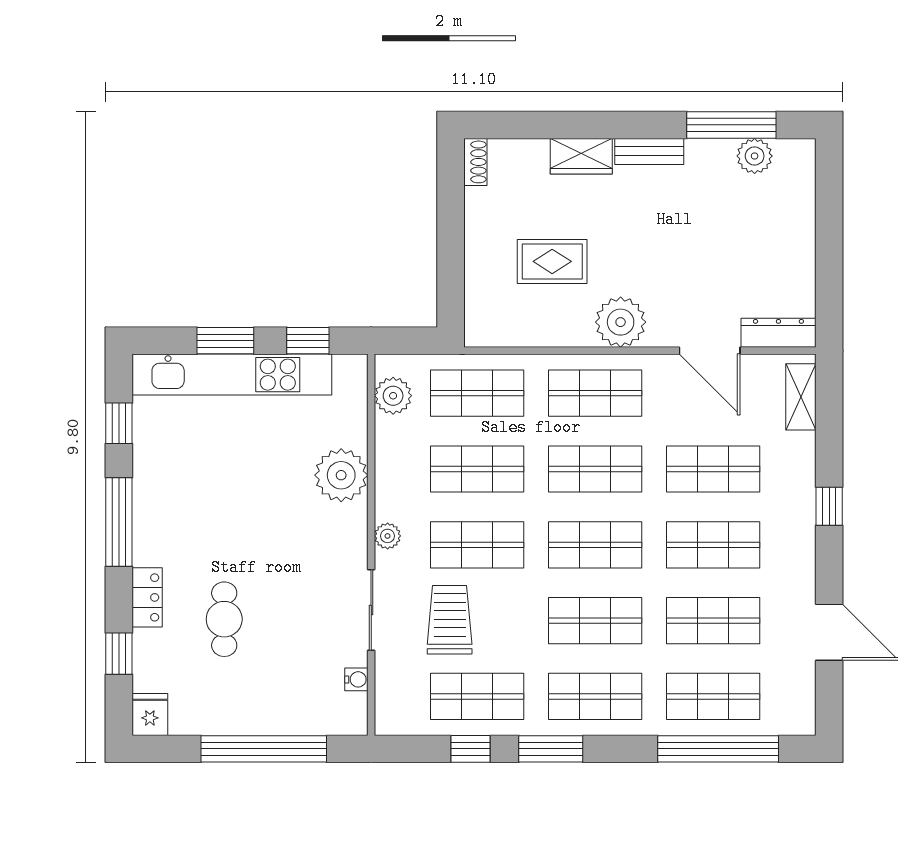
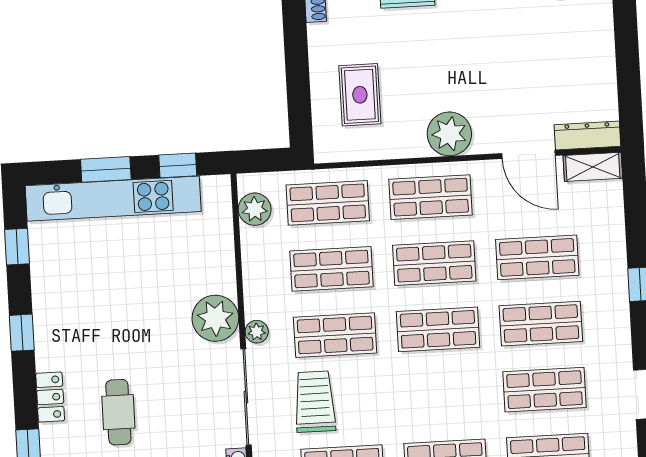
rug: (552, 261) -> (360, 95), moved, turned 90
shelving: (801, 397) -> (593, 167), moved, turned 90
plant: (341, 475) -> (215, 318), moved
window: (119, 522) -> (22, 333), width x0.46
sliding door: (371, 610) -> (246, 397), width x1.37
shop shelf: (595, 621) -> (442, 395), removed

